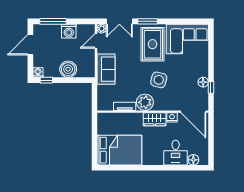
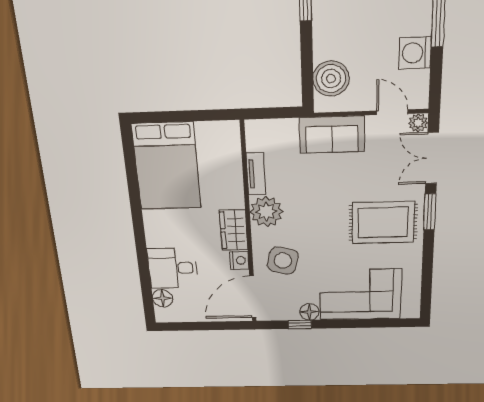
corner sofa: (187, 39) -> (360, 294), moved, turned 90
boiler: (68, 69) -> (331, 79), moved
side table: (159, 80) -> (283, 261), moved

